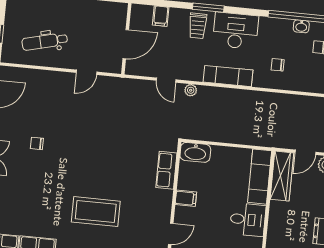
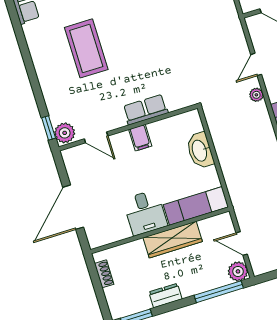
washbasin: (195, 152) -> (200, 150), moved
row of seats: (166, 170) -> (145, 110), moved
wardrobe: (282, 176) -> (173, 240), moved

